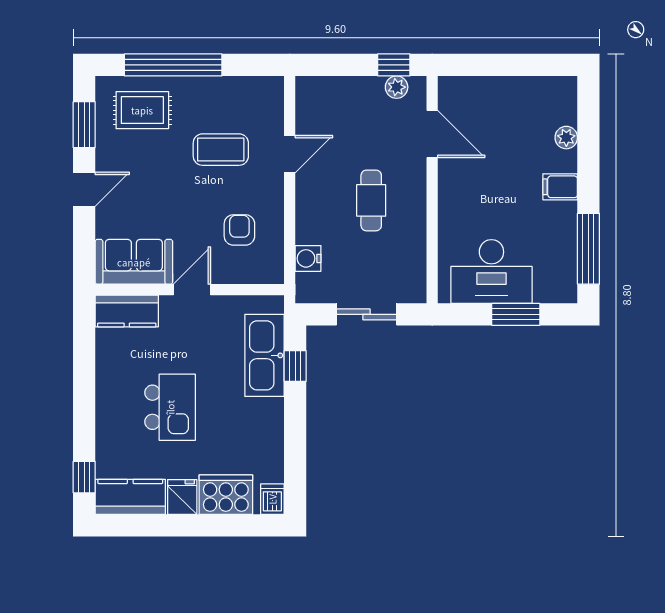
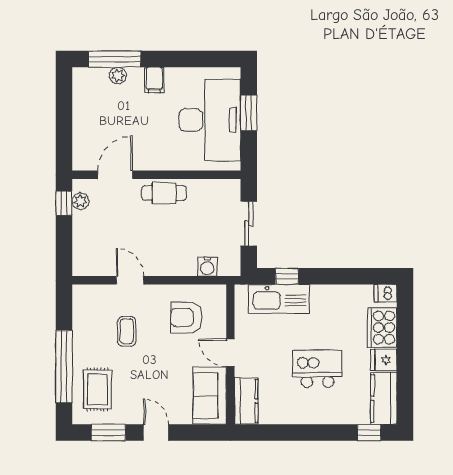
coffee table: (221, 150) -> (127, 331), width x0.73, depth x0.77
cafe table: (371, 200) -> (164, 193), moved
armchair: (239, 230) -> (186, 318), width x1.38, depth x1.38
window: (588, 249) -> (115, 59), moved
desk: (491, 272) -> (210, 120), width x1.36, depth x1.30

